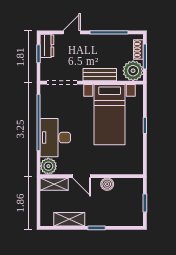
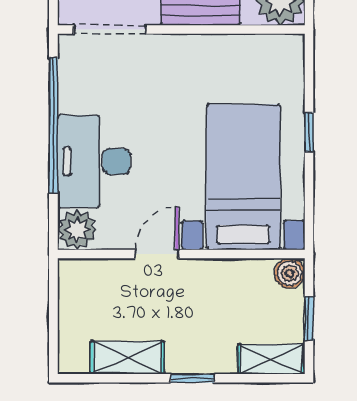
bed with nightstands: (110, 115) -> (243, 177), moved, turned 180
door: (82, 176) -> (157, 254), swing flipped
shelving: (54, 184) -> (271, 359), moved
boiler: (107, 184) -> (290, 273), moved

